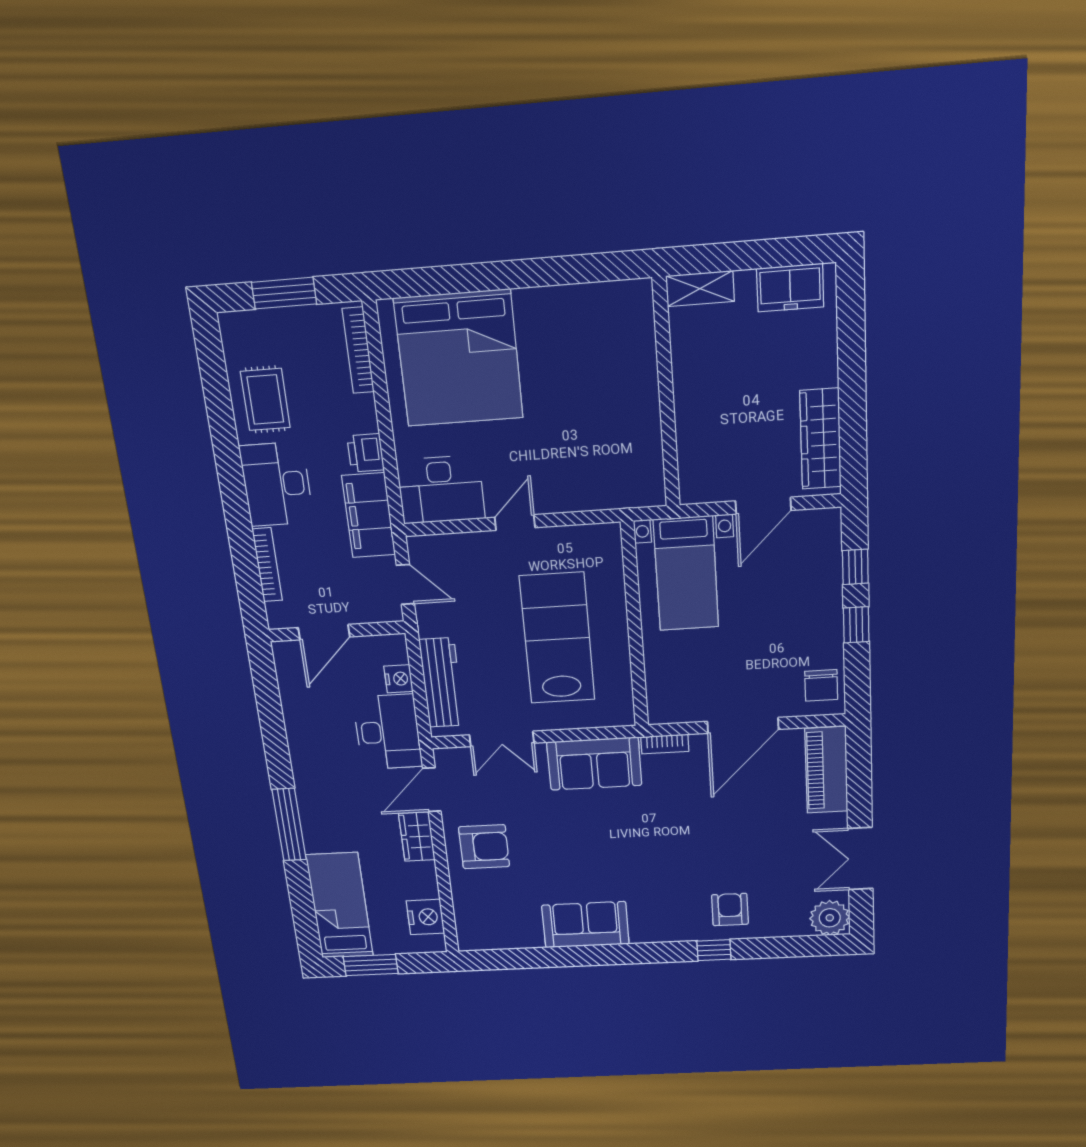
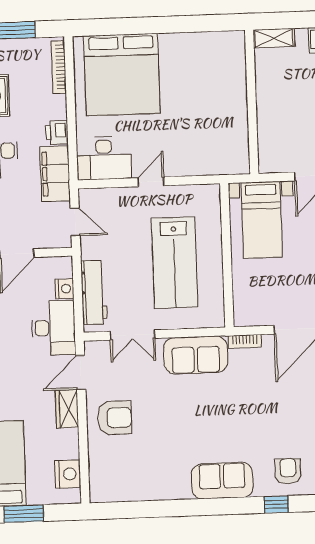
lab bench: (557, 638) -> (175, 263), turned 180
sofa: (585, 925) -> (222, 481), moved

